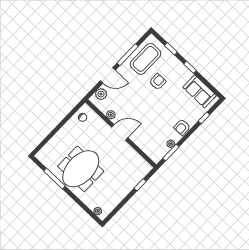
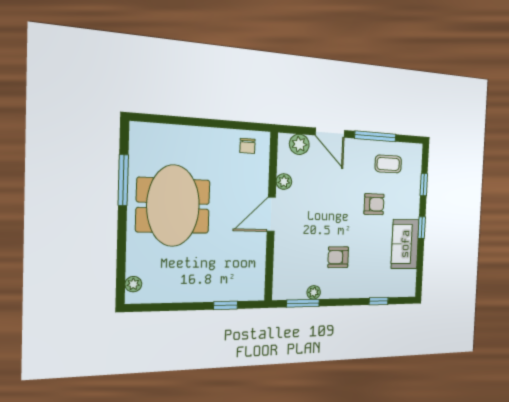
coffee table: (145, 59) -> (388, 164), width x0.54, depth x0.58
sofa: (200, 91) -> (405, 244), moved
armchair: (182, 127) -> (338, 257), moved
door: (120, 132) -> (271, 214), swing flipped
meeting table: (81, 169) -> (173, 206), turned 90

